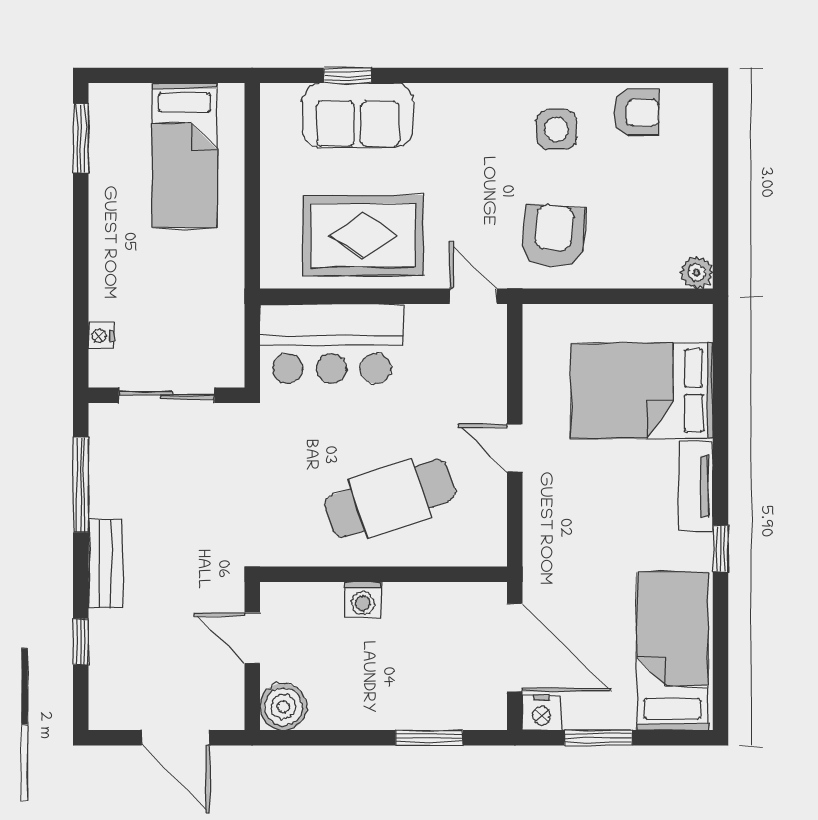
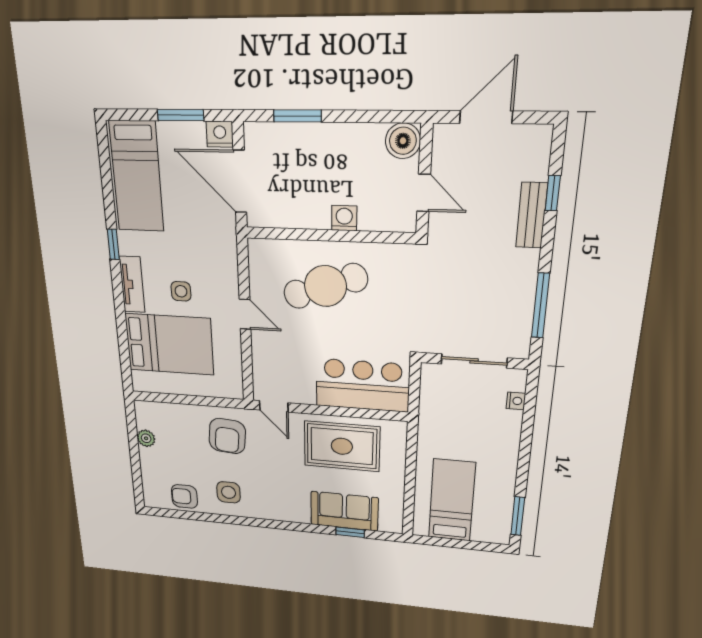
plant: (697, 273) -> (146, 438), moved
side table: (616, 479) -> (181, 291), added
bench: (105, 564) -> (532, 215), moved
door: (176, 738) -> (486, 117), hinge flipped

